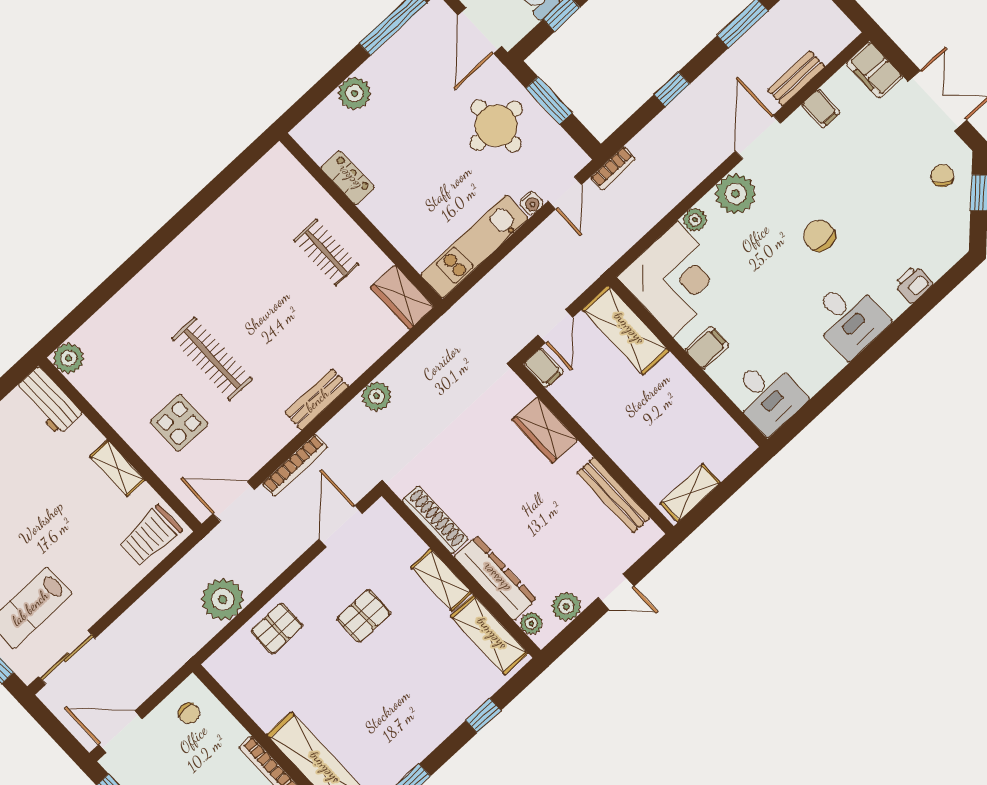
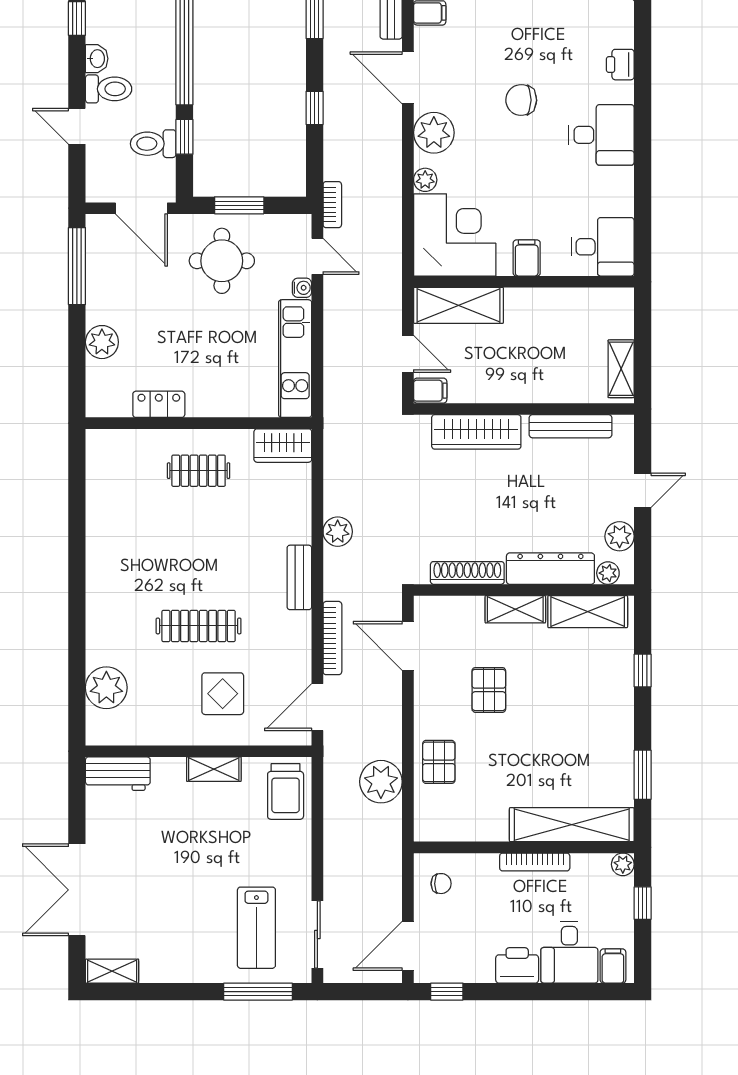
plant: (69, 358) -> (106, 688), moved, width x1.36, depth x1.36
wardrobe: (545, 430) -> (476, 432), width x1.50

